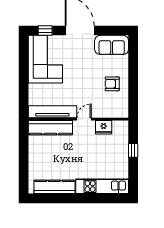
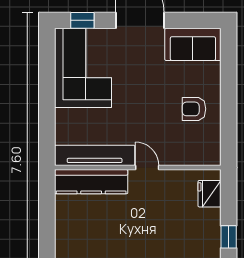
door: (84, 119) -> (147, 168), hinge flipped
fridge: (104, 127) -> (209, 194), moved, turned 90
window: (133, 150) -> (229, 237), moved

